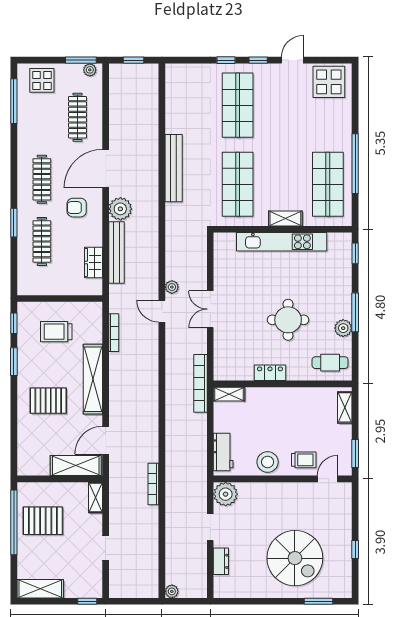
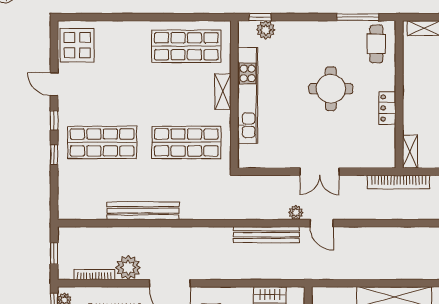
window: (355, 164) -> (164, 17), removed
bench: (174, 168) -> (143, 211), moved
plant: (120, 209) -> (128, 267), moved
bench: (116, 252) -> (266, 235), moved
door: (162, 311) -> (322, 223), hinge flipped
window: (355, 312) -> (358, 17), moved
plant: (343, 328) -> (266, 30), moved
bookcase: (114, 333) -> (94, 275), moved

